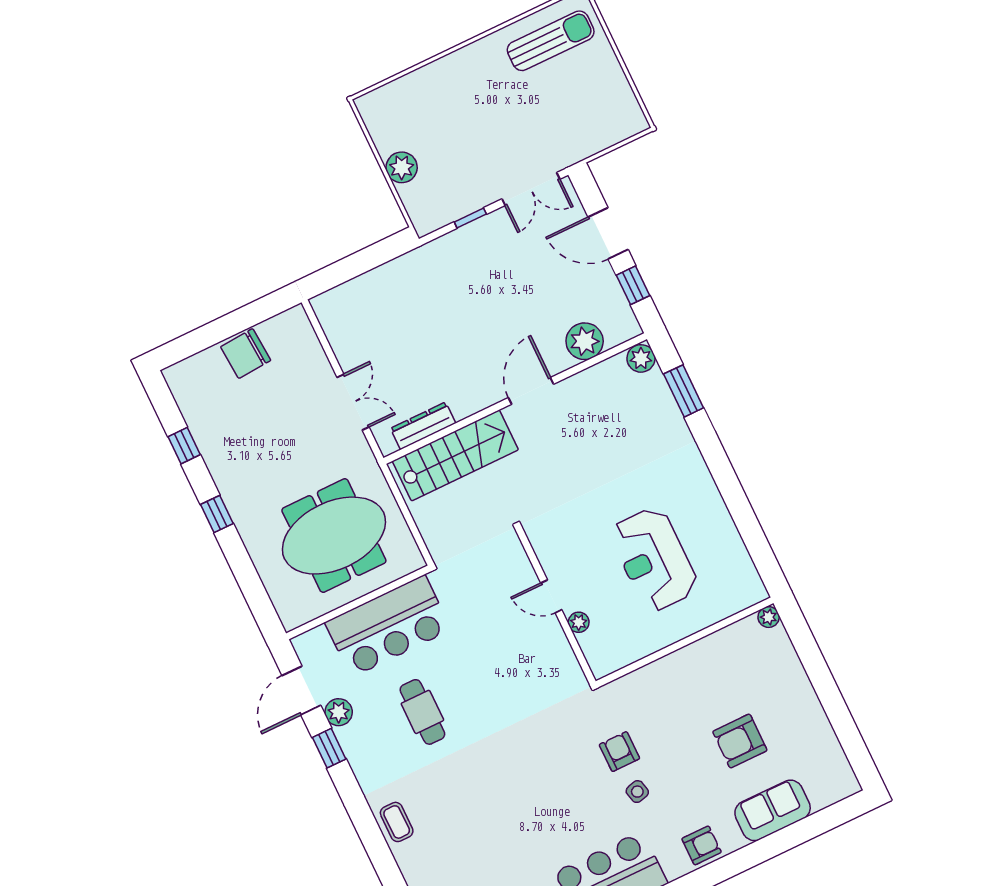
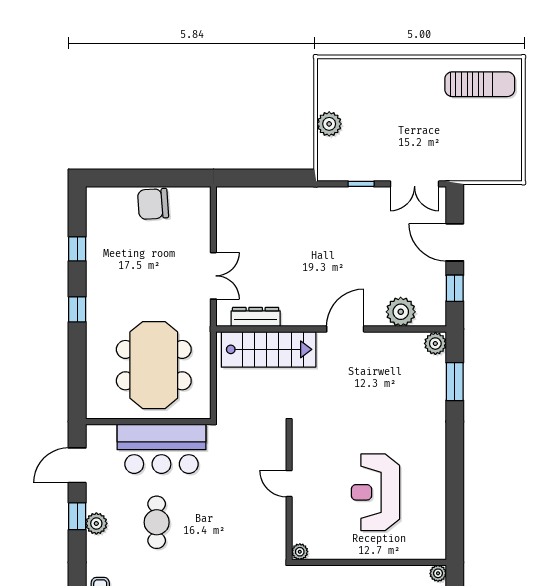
meeting table: (334, 536) -> (154, 365), turned 90
plant: (579, 622) -> (300, 552), moved
plant: (339, 712) -> (96, 523), moved

